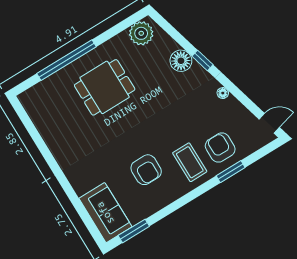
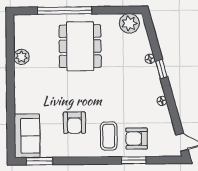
floor lamp: (181, 61) -> (150, 59), width x0.53, depth x0.53
dining table: (105, 87) -> (80, 46), width x1.38
plant: (51, 135) -> (21, 57), added
armchair: (220, 148) -> (137, 139), turned -90

